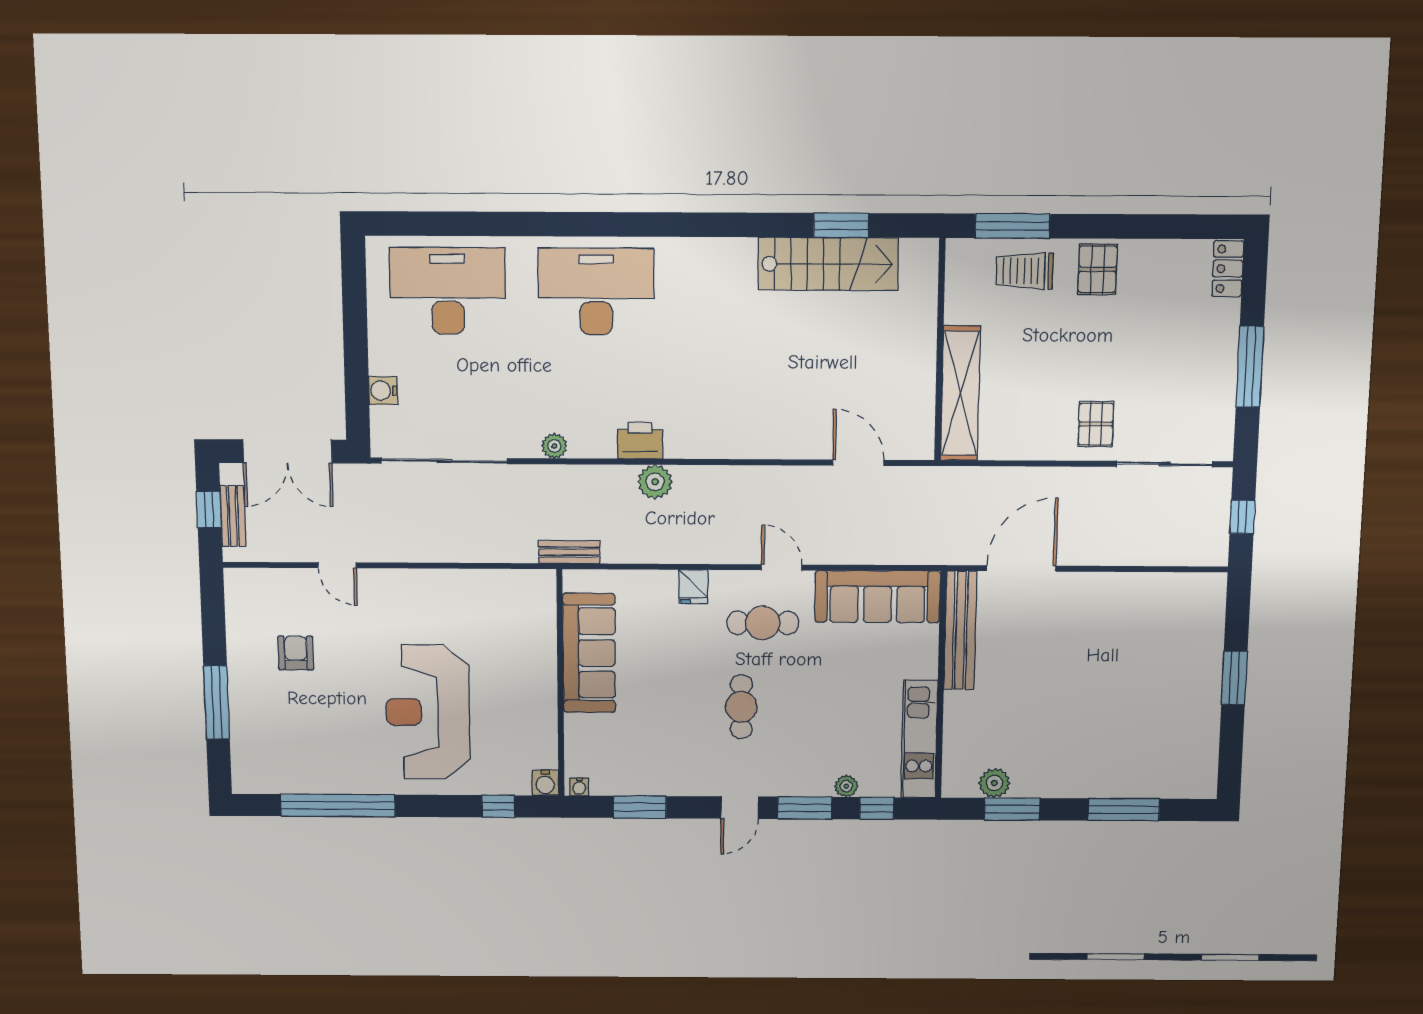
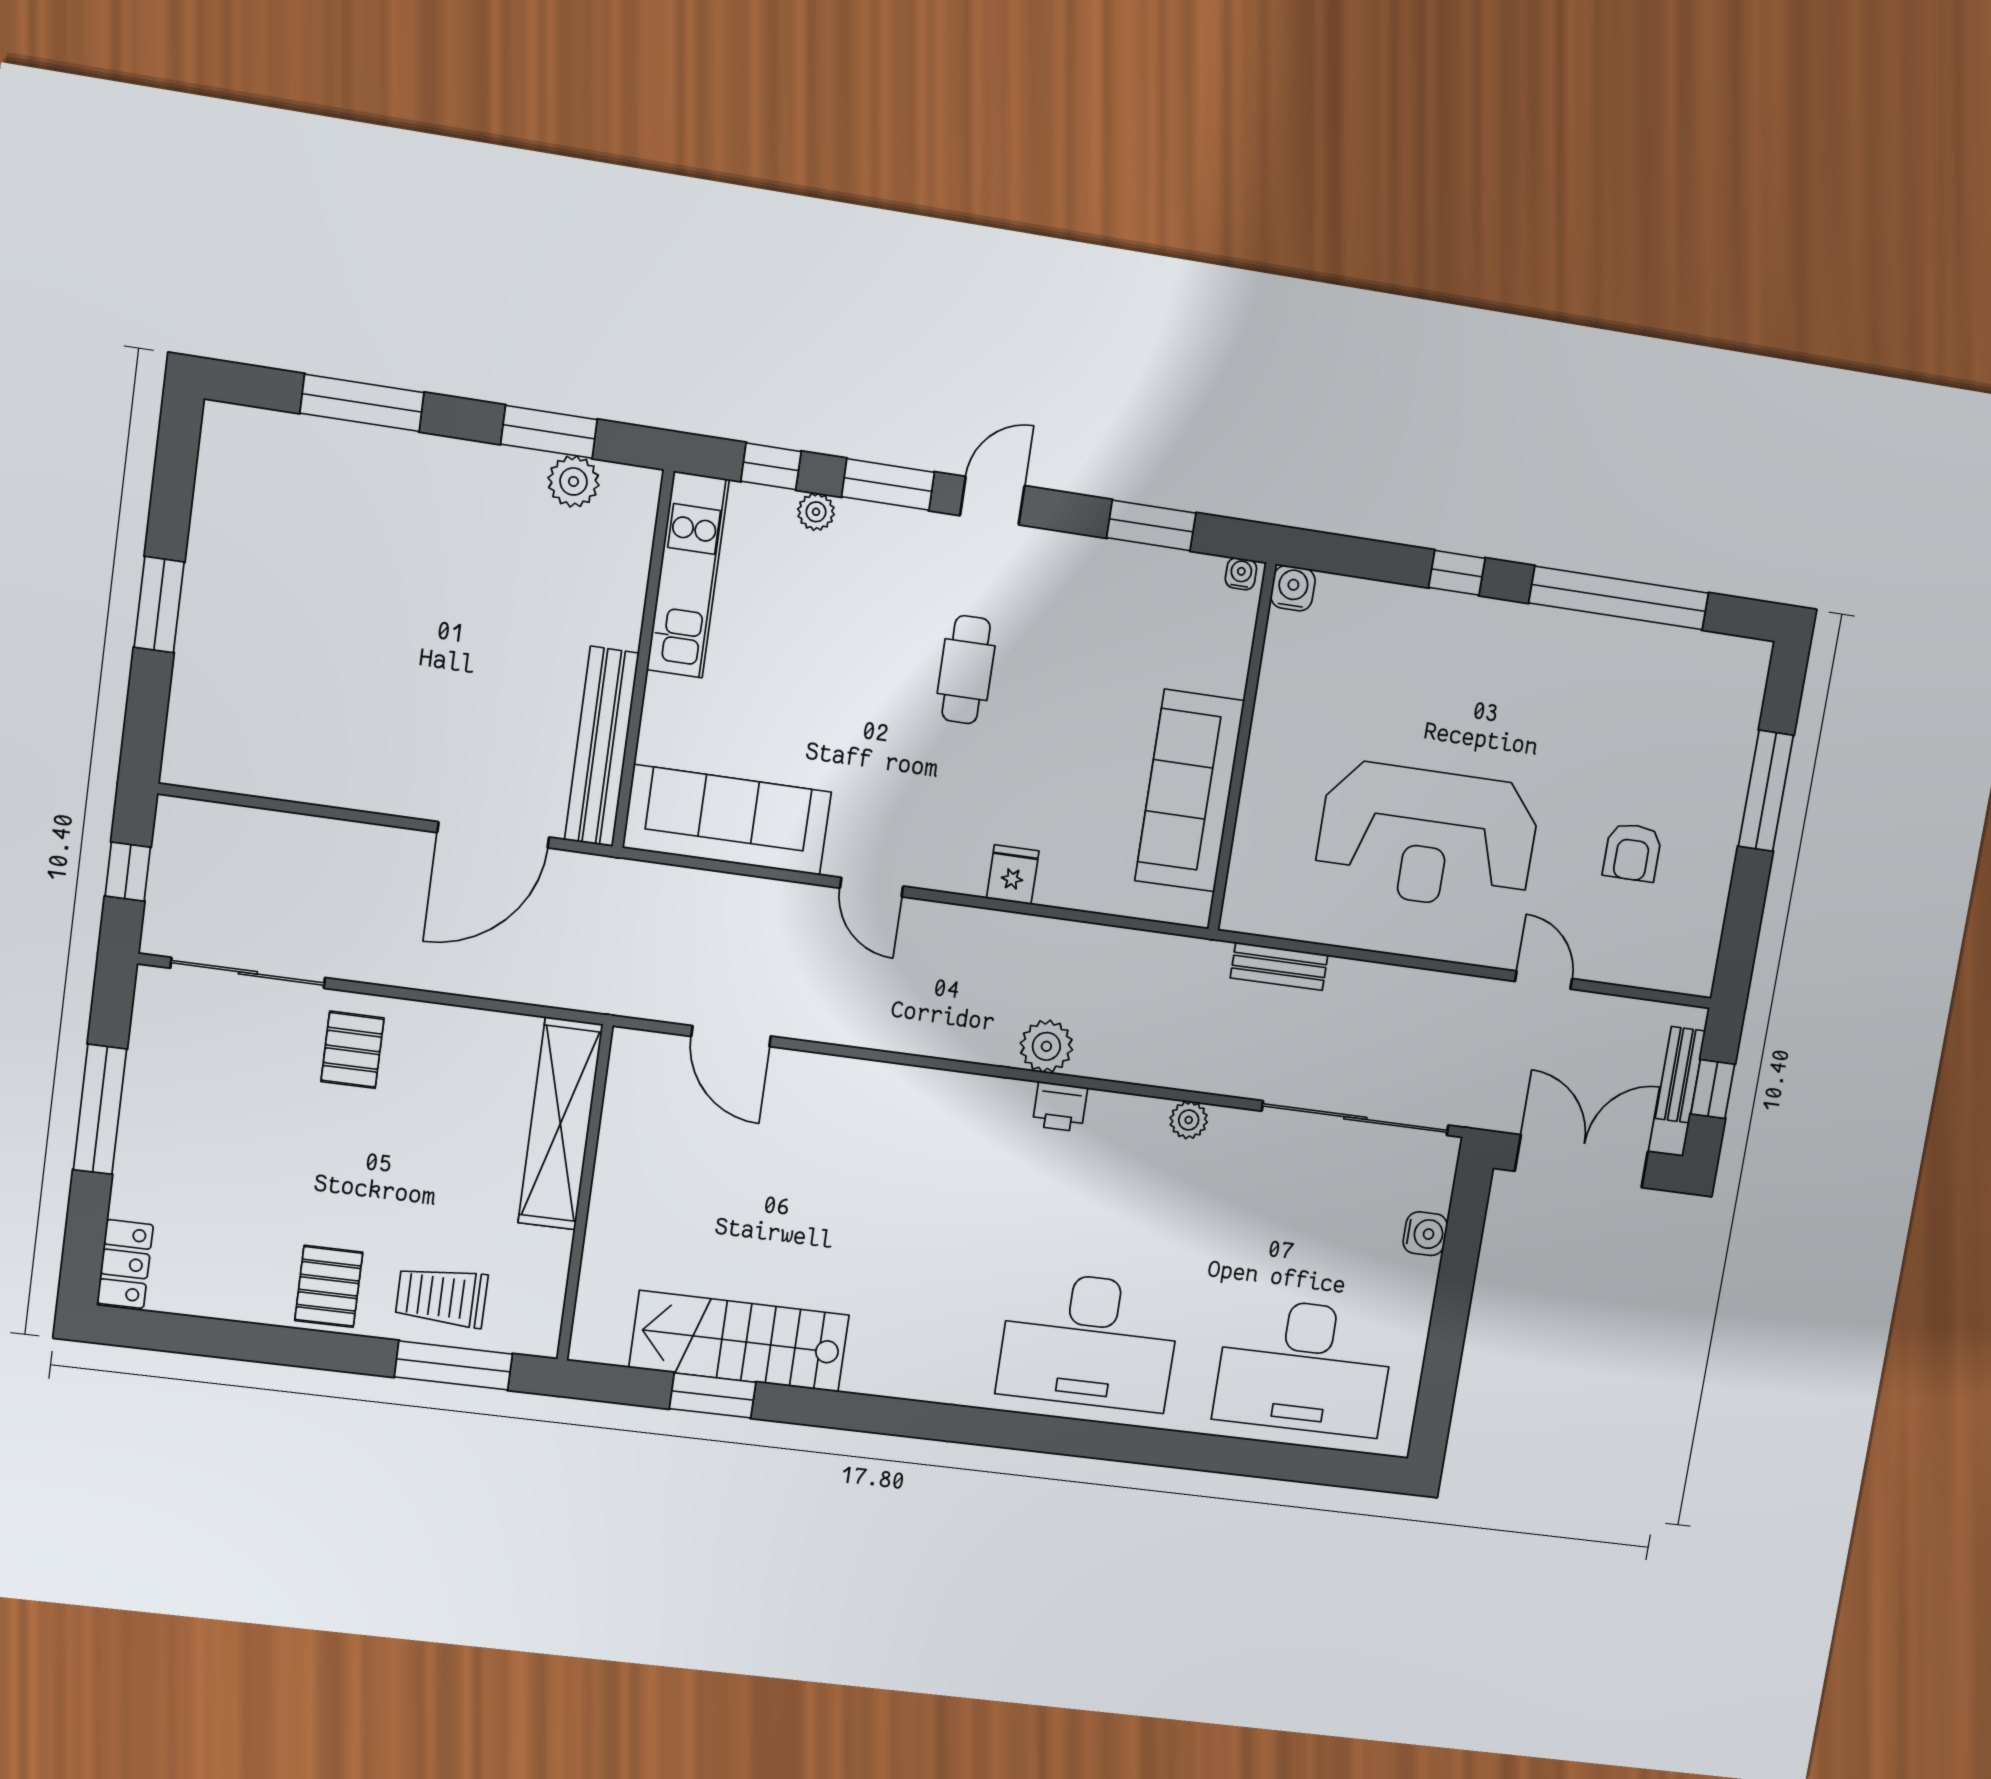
trolley: (1025, 271) -> (442, 1297), turned 180
printer: (640, 441) -> (1060, 1107), width x0.73, depth x0.81
bench: (569, 552) -> (1279, 966), moved
cafe table: (763, 623) -> (913, 802), removed
reception desk: (428, 712) -> (1427, 837), moved, turned 90
window: (498, 806) -> (1457, 573), moved

